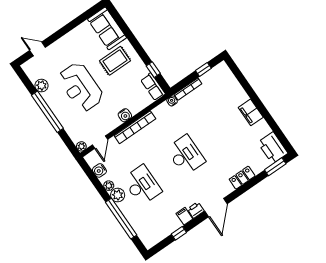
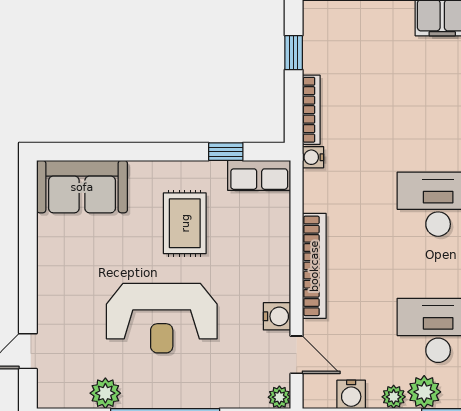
rug: (115, 61) -> (185, 223), moved
water cooler: (125, 115) -> (277, 316), moved

